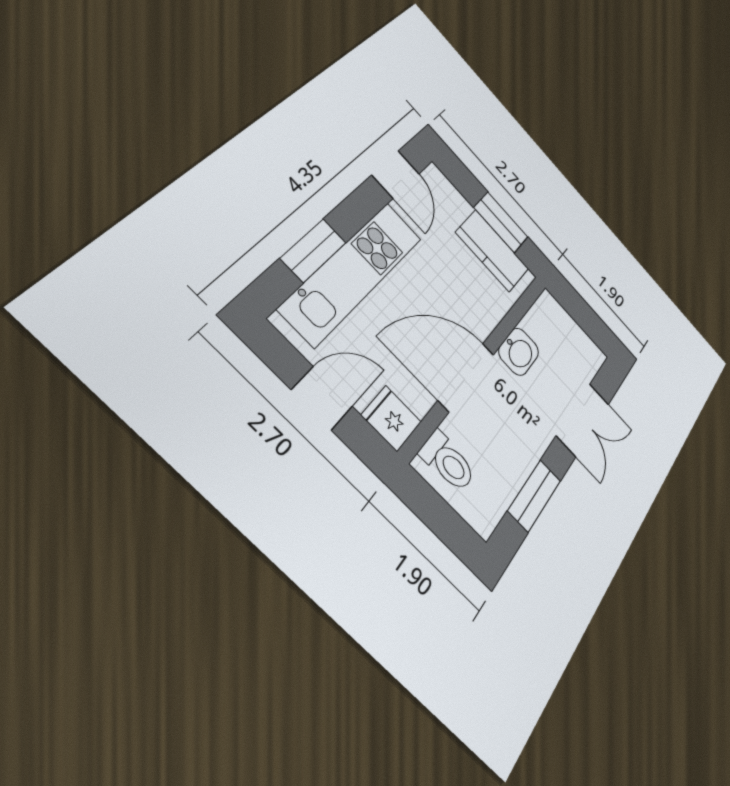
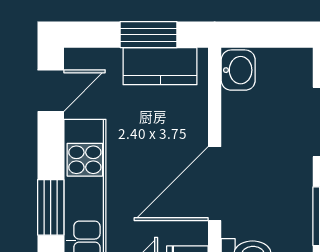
door: (396, 174) -> (51, 91), hinge flipped
washbasin: (519, 352) -> (238, 70), moved

